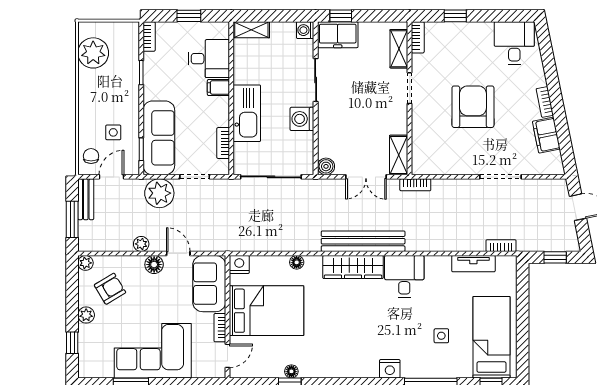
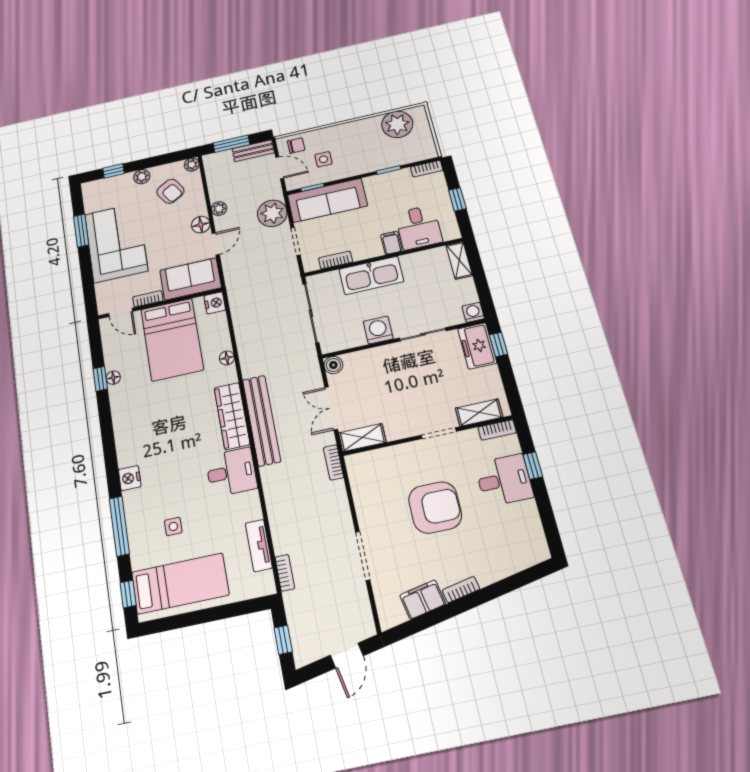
desk: (514, 43) -> (504, 480), moved

